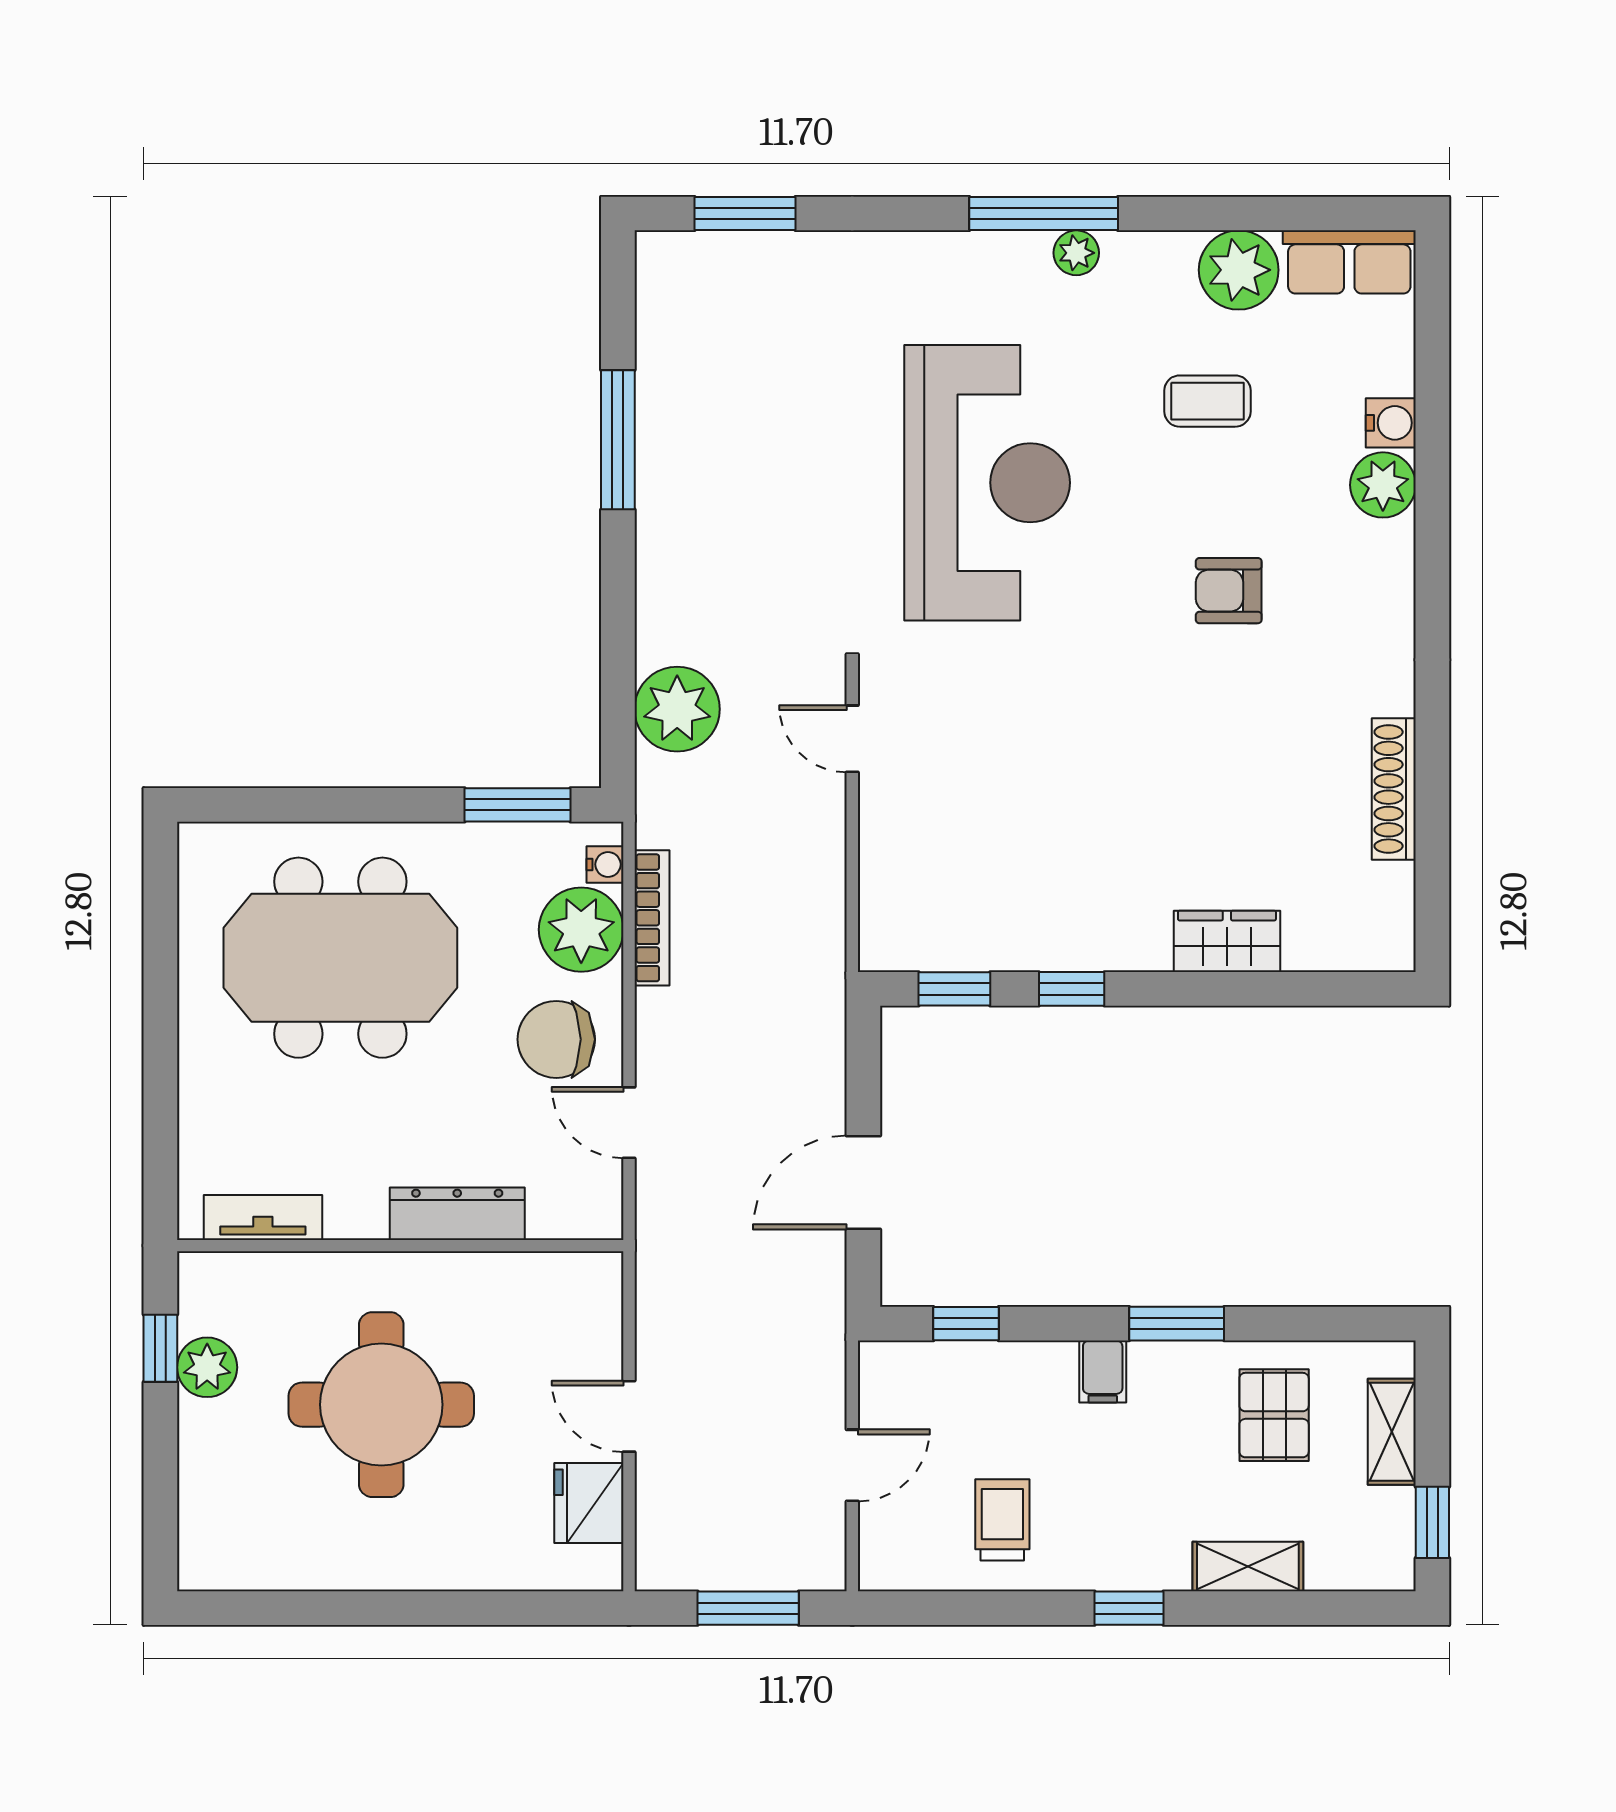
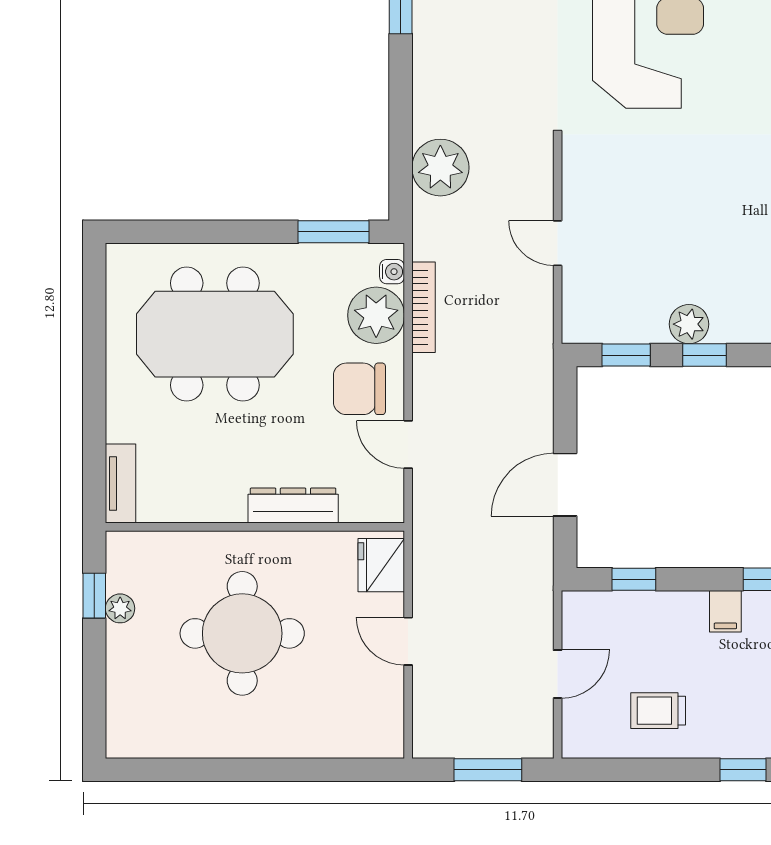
door: (852, 739) -> (558, 243), moved
plant: (1048, 943) -> (689, 324), added
tv unit: (263, 1217) -> (121, 484), moved, turned 90
plant: (207, 1367) -> (120, 608), width x0.73, depth x0.73
fridge: (589, 1503) -> (381, 565), moved
trolley: (1002, 1520) -> (658, 711), turned -90

